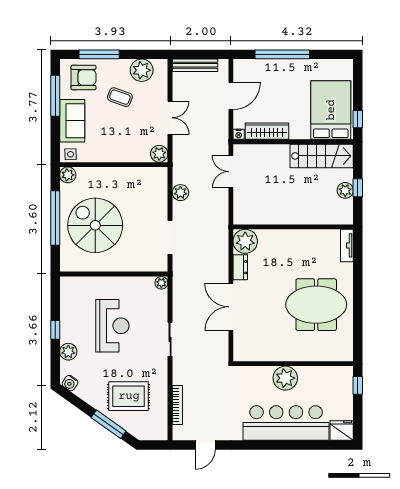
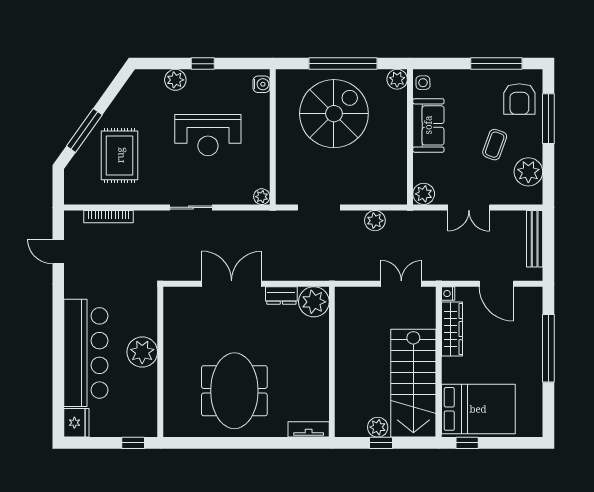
sofa: (72, 121) -> (428, 125), moved, turned -90
stairs: (322, 156) -> (413, 383), width x1.36, depth x1.51
water cooler: (70, 383) -> (262, 84), moved, turned 145

